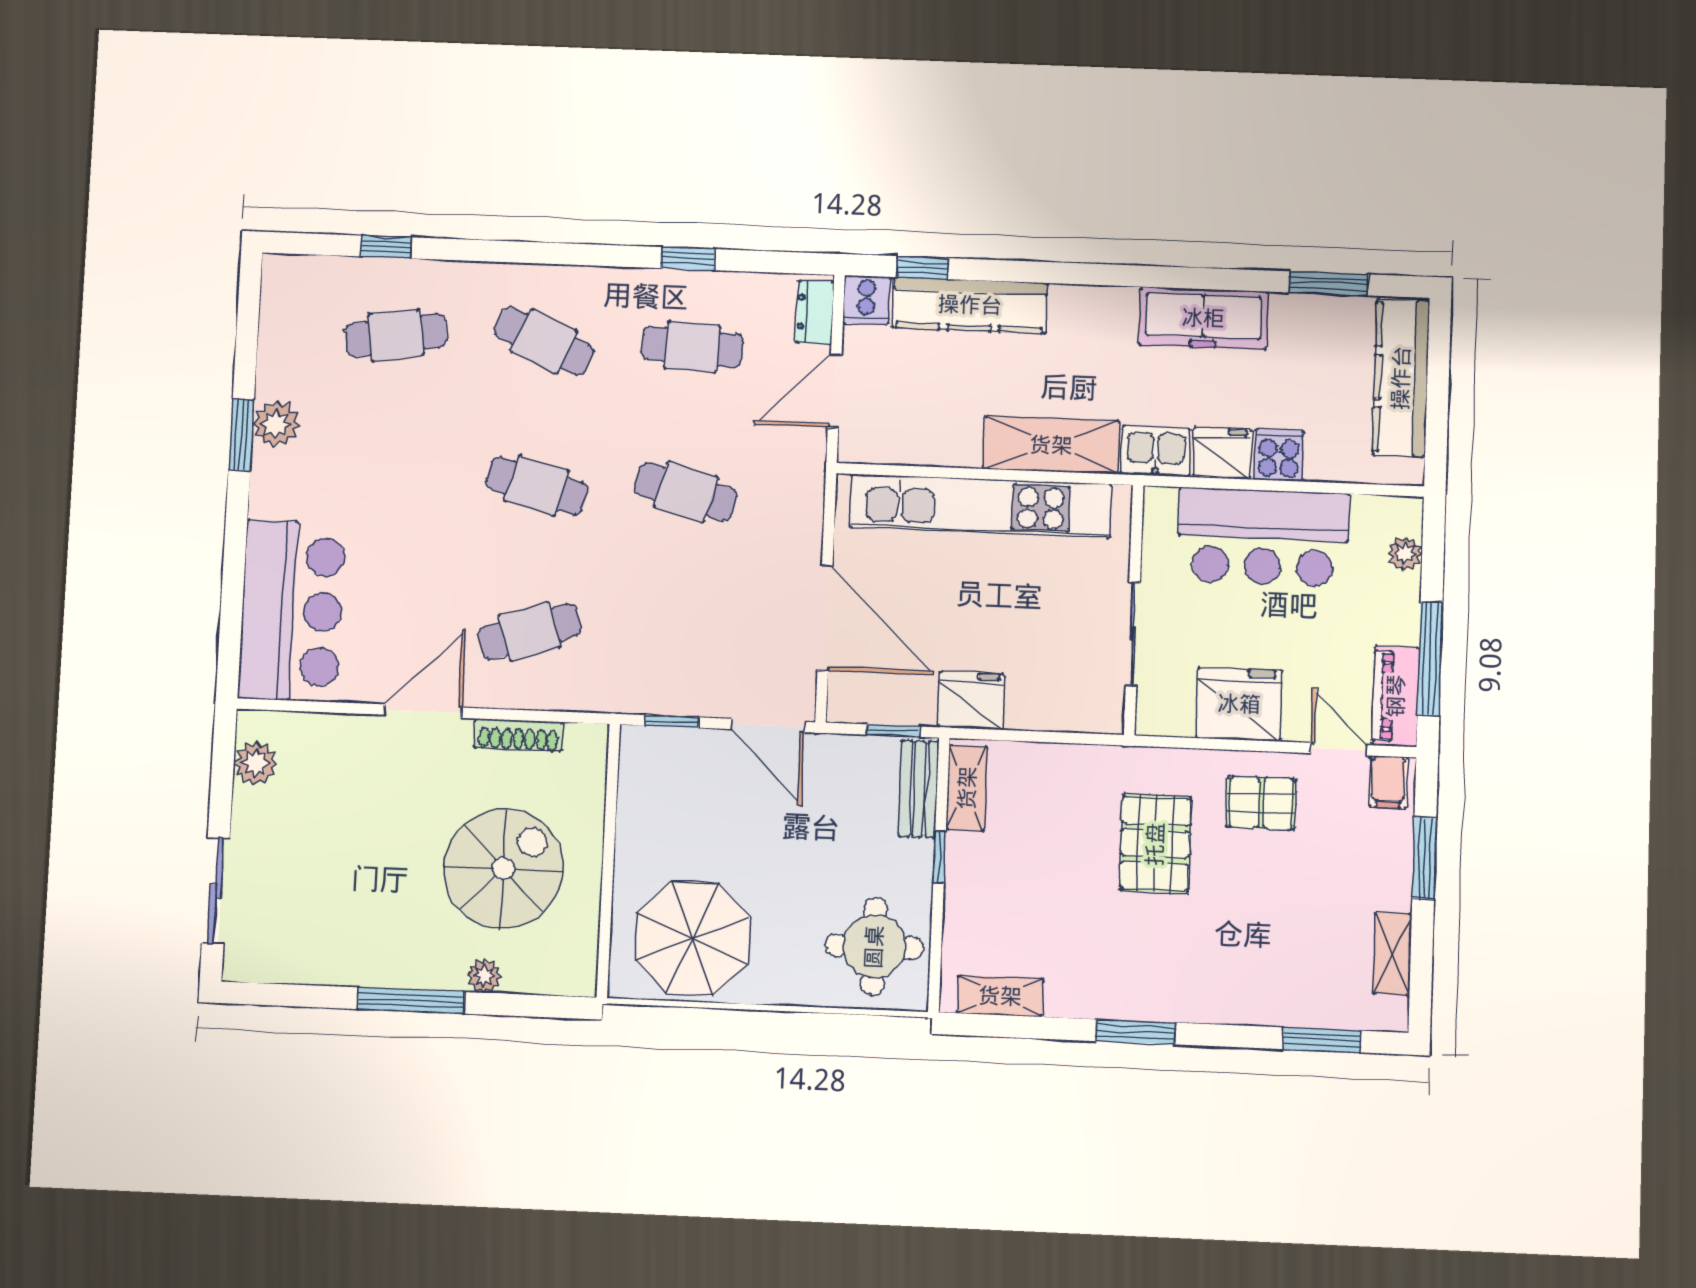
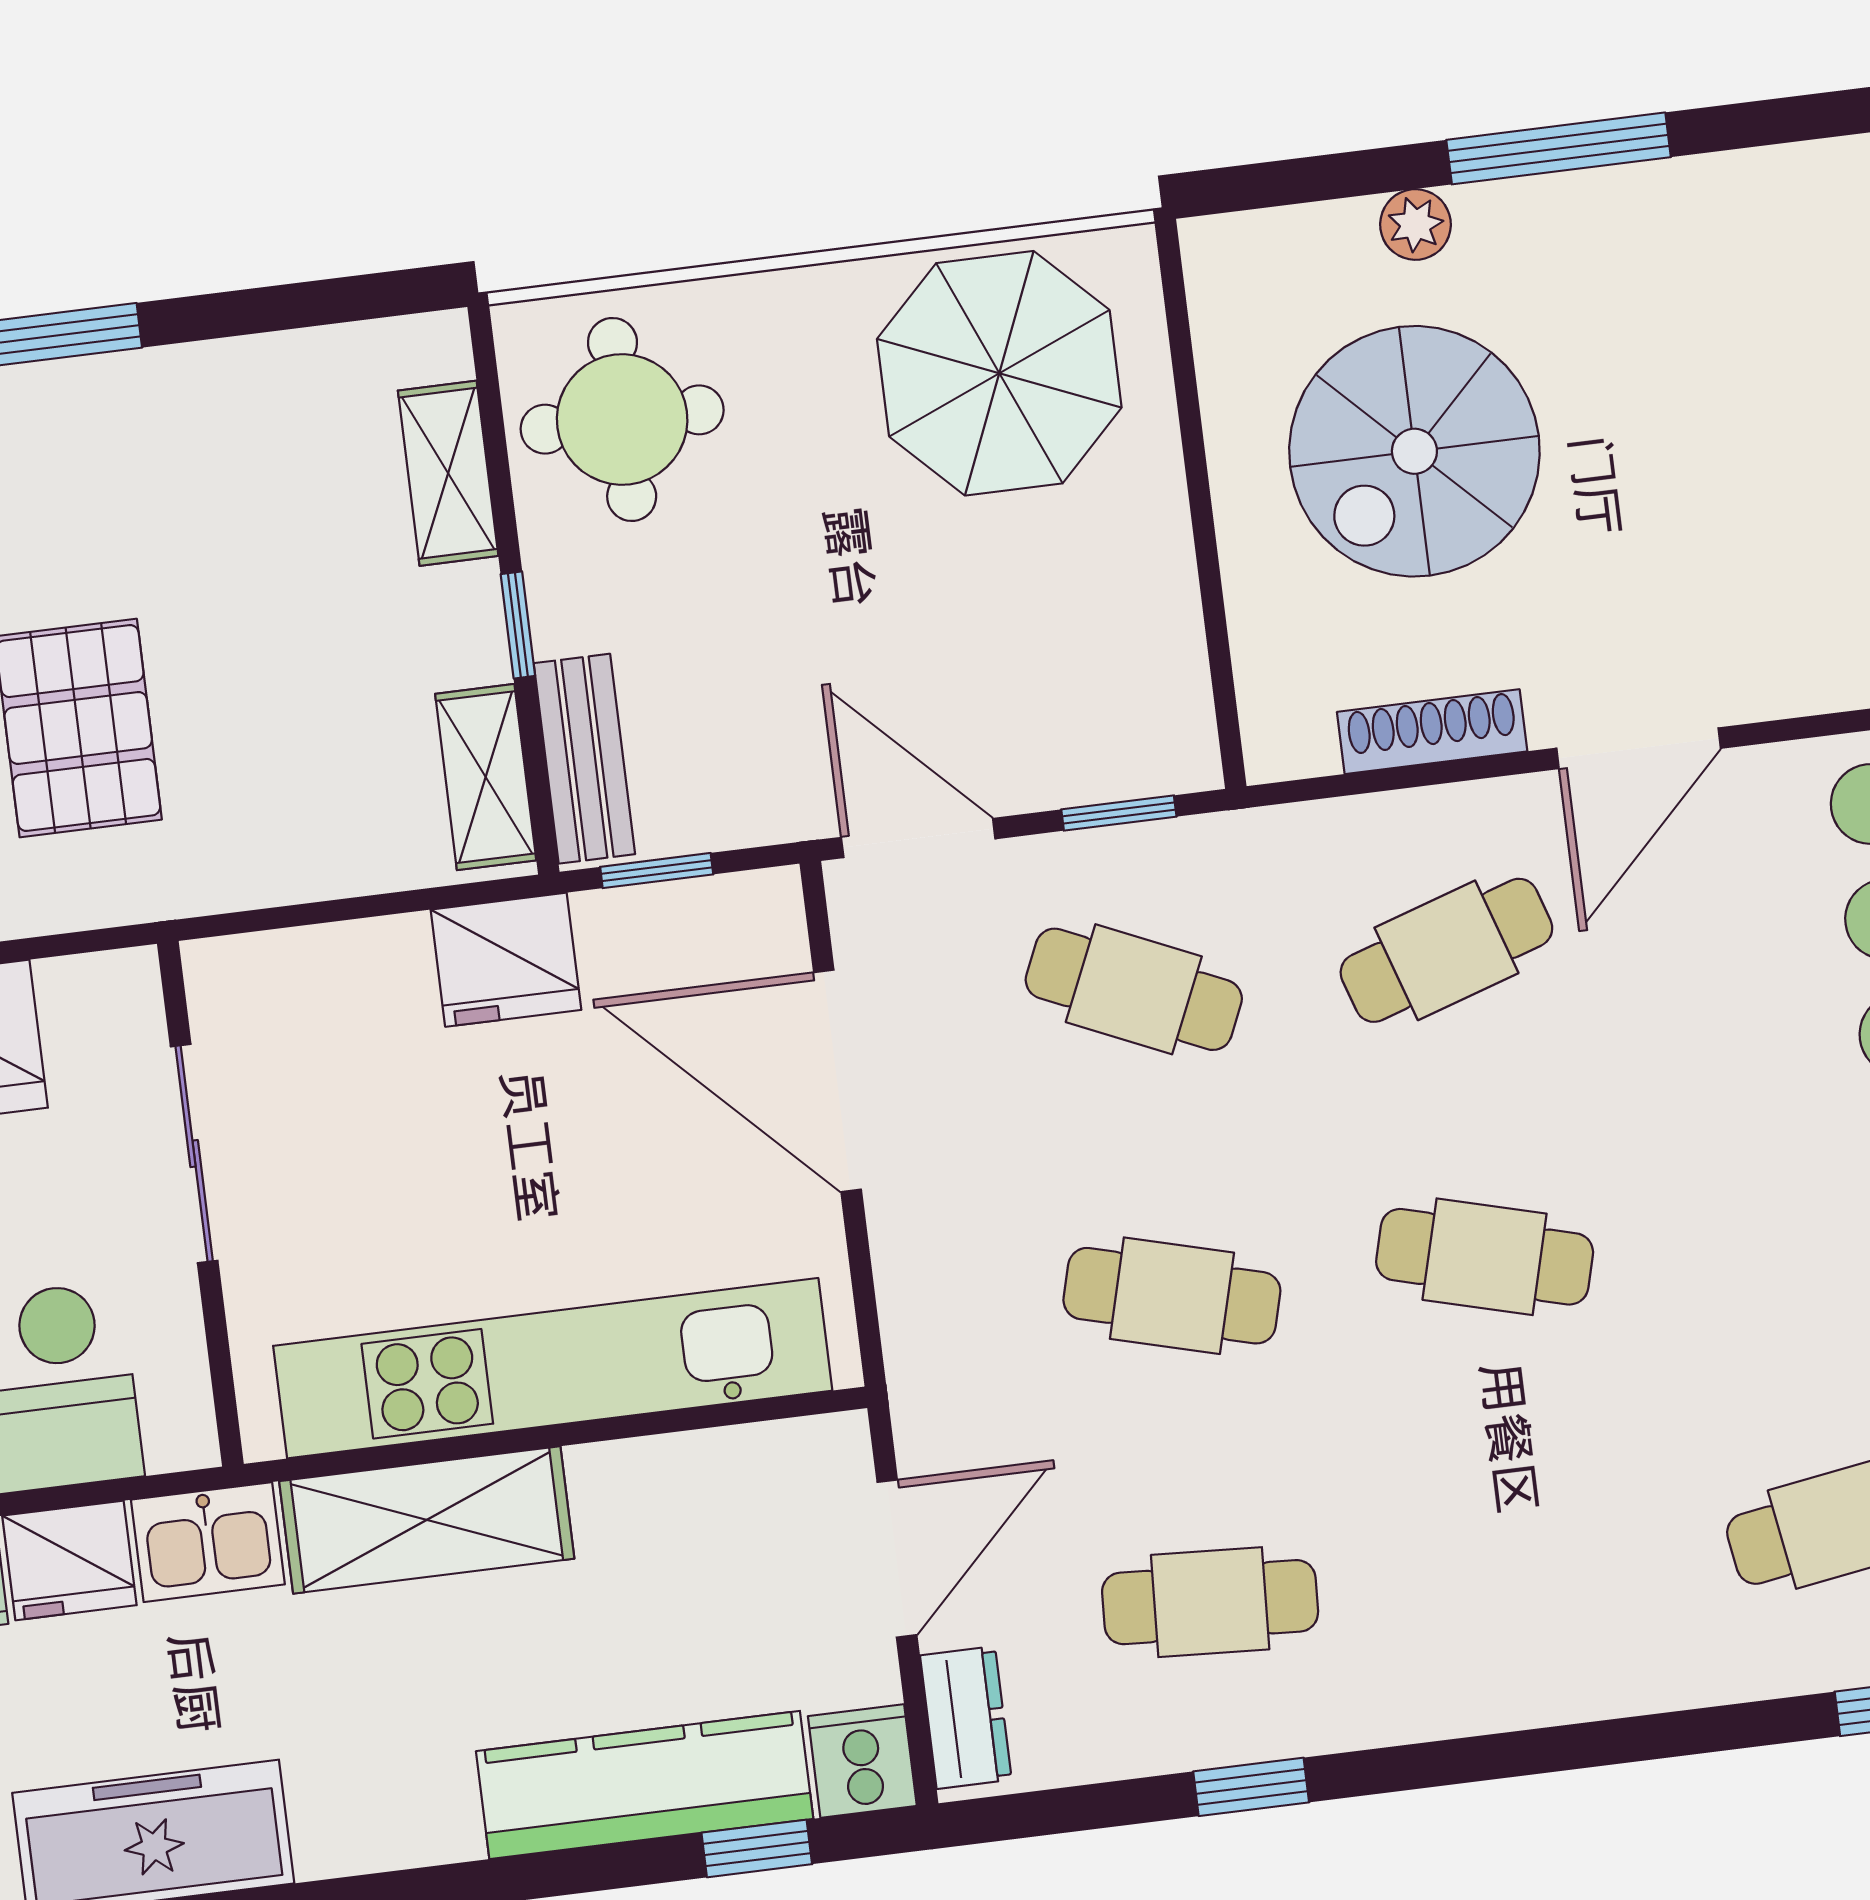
cafe table: (544, 341) -> (1134, 989), moved
shelving: (1000, 996) -> (448, 473), moved, turned 90

